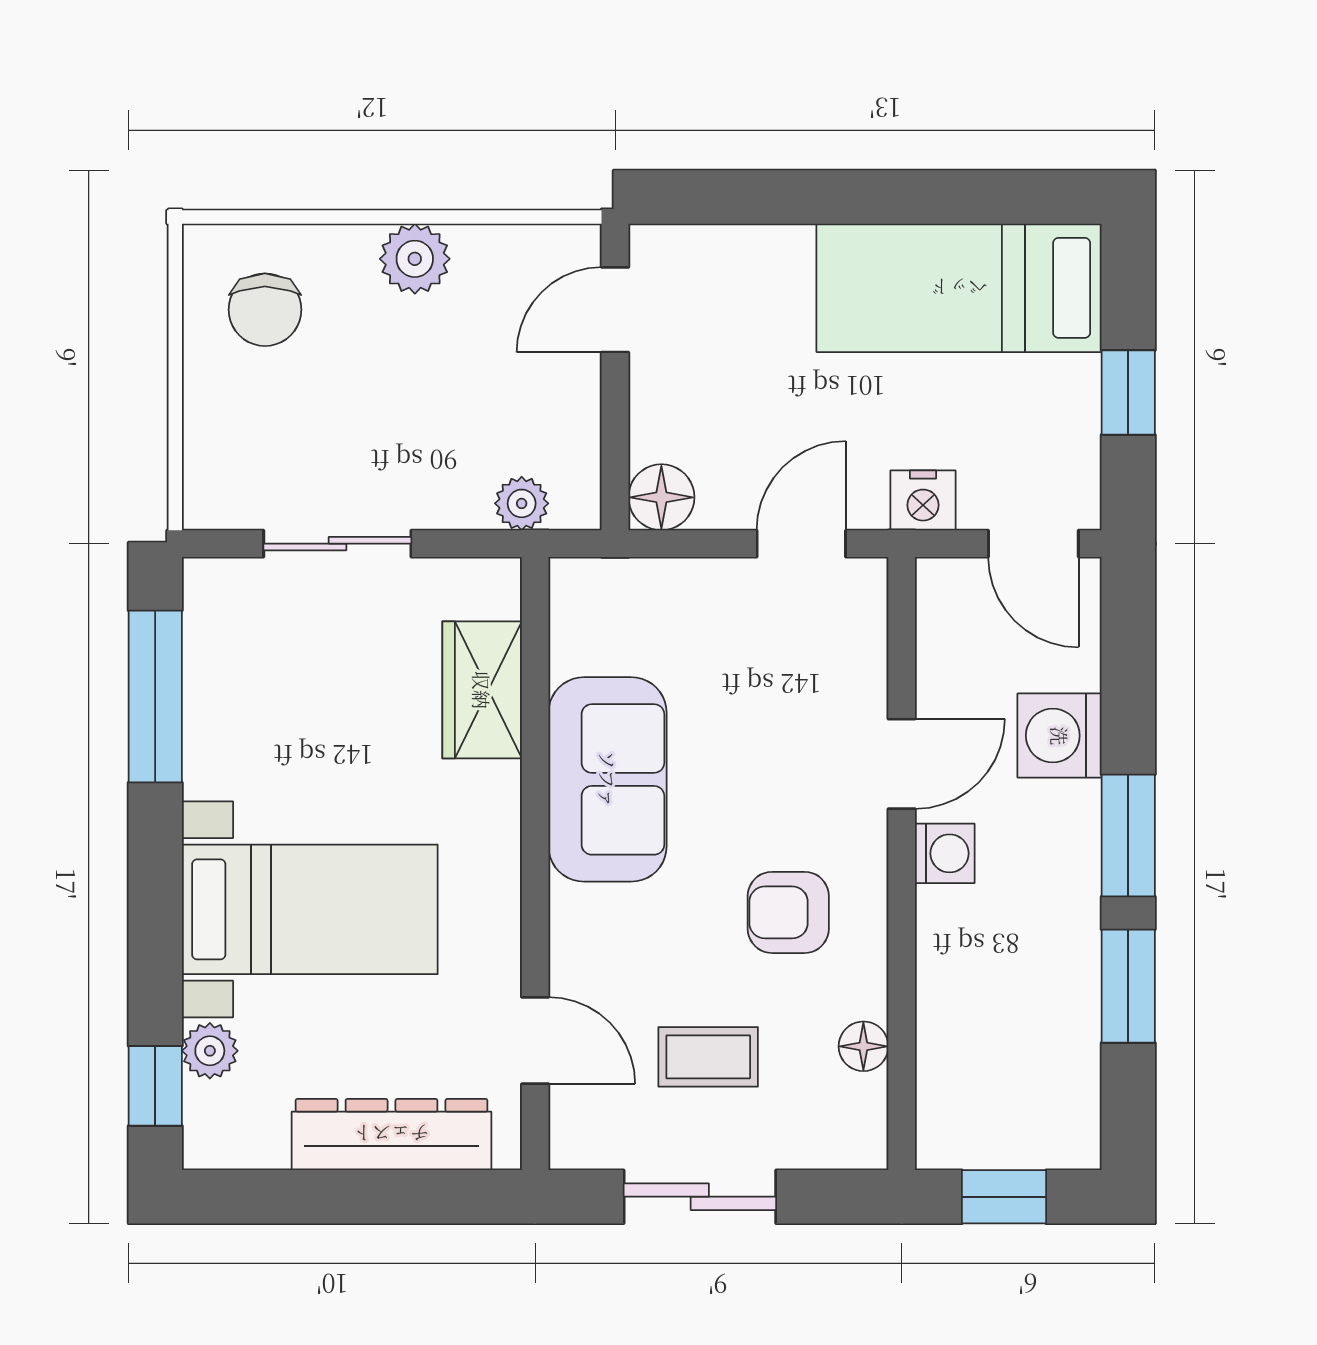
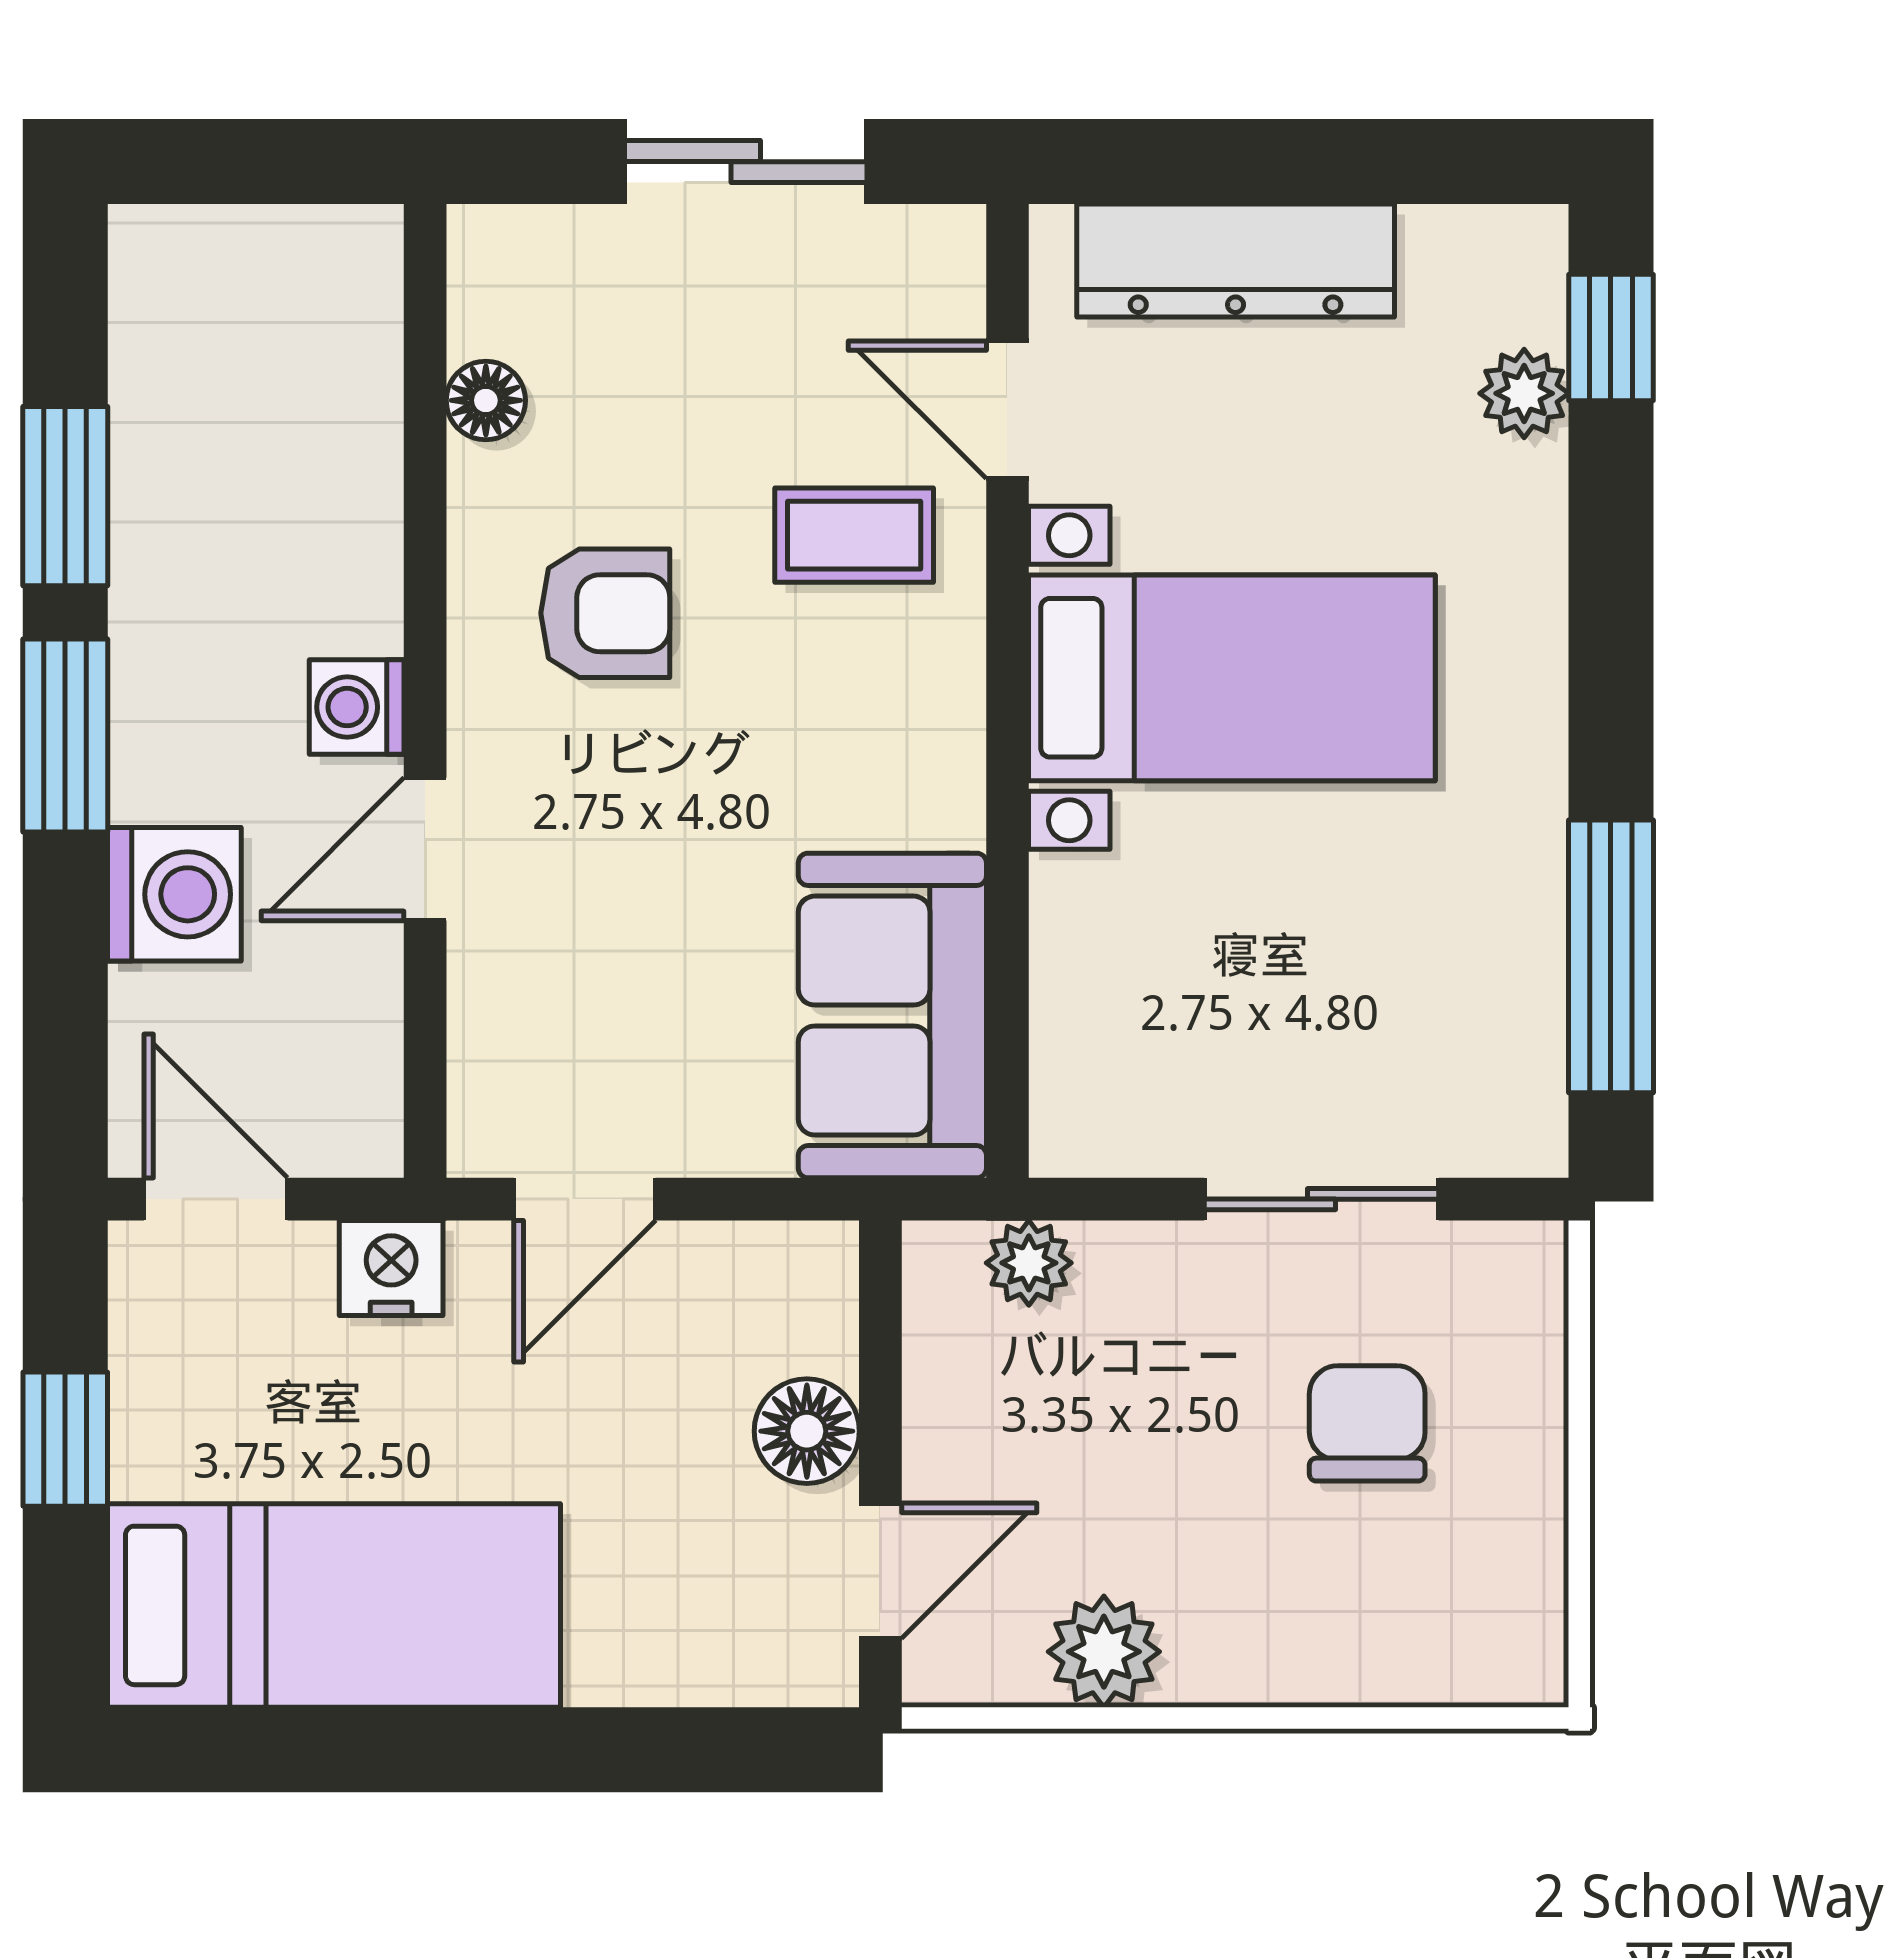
plant: (415, 259) -> (1104, 1652), moved
chair: (265, 310) -> (1367, 1423), moved
floor lamp: (661, 497) -> (807, 1431), moved
wardrobe: (482, 690) -> (1092, 967), removed
sofa: (608, 779) -> (892, 1016), moved
bed with nightstands: (310, 909) -> (1232, 678), moved, turned 180
coffee table: (708, 1057) -> (854, 535), moved
window: (1004, 1197) -> (262, 162), removed

